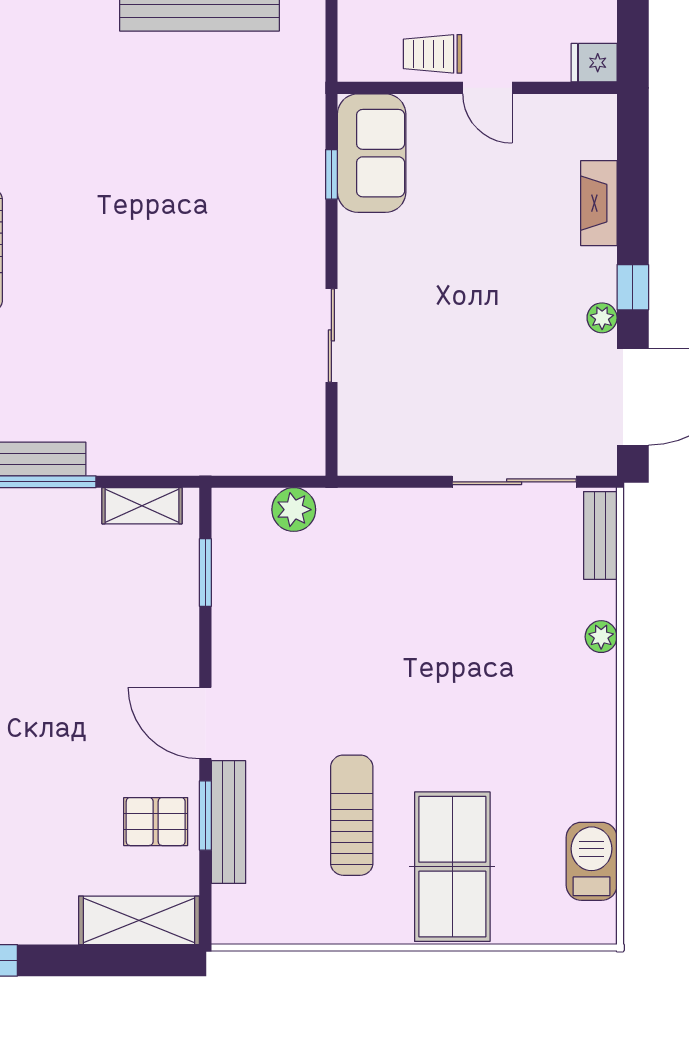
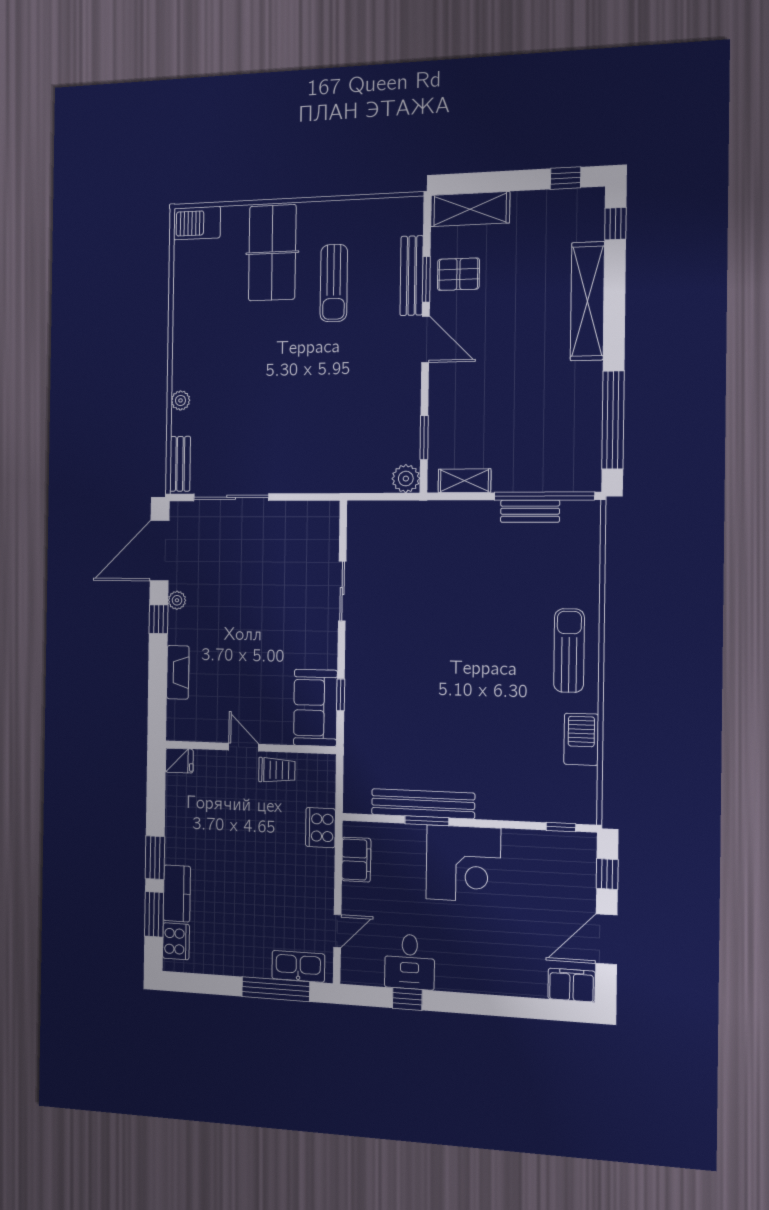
plant: (294, 510) -> (406, 479), moved
barbecue: (592, 861) -> (197, 223), moved, turned 90

